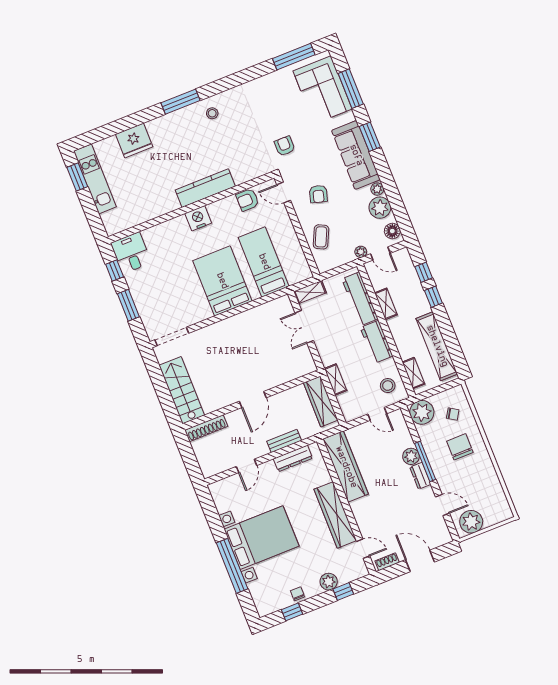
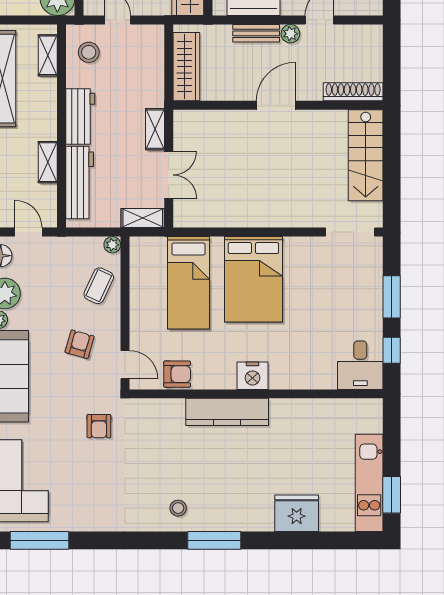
plant: (361, 252) -> (112, 245), moved
shelving: (336, 379) -> (155, 129), moved
plant: (262, 450) -> (290, 34), added

